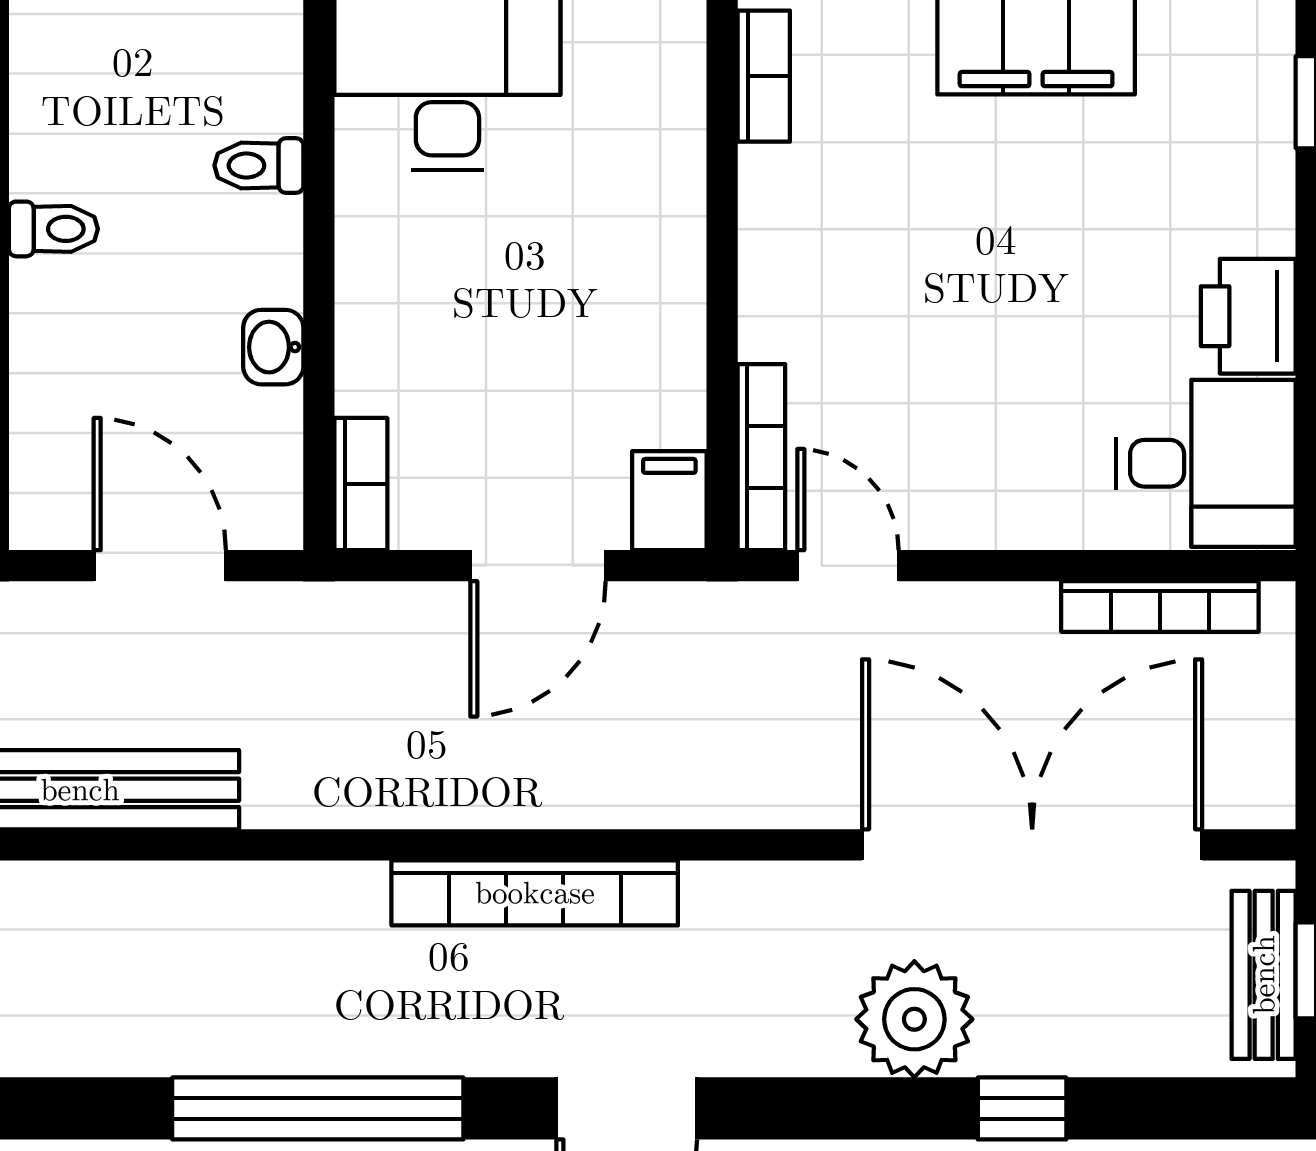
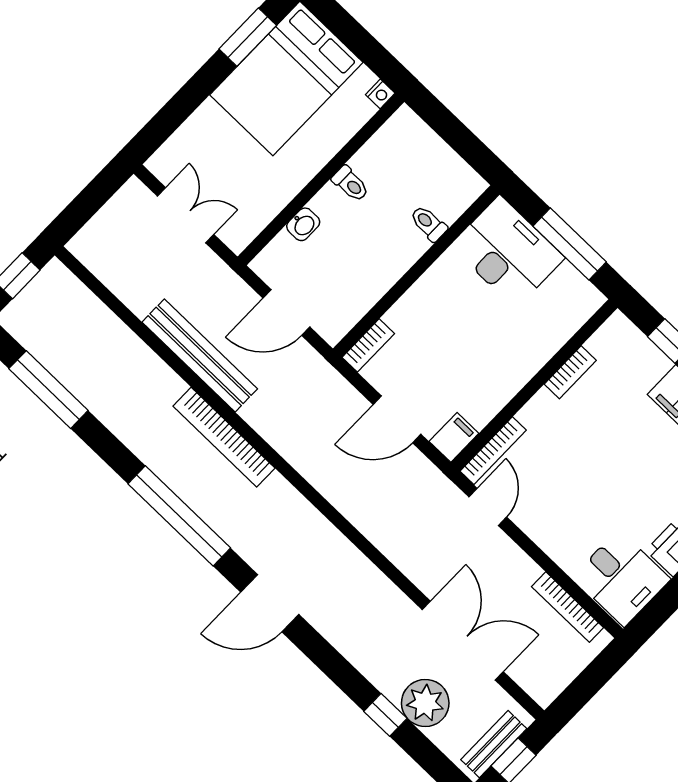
bookcase: (764, 76) -> (570, 372), moved
washbasin: (273, 347) -> (303, 224), moved, turned 180
door: (160, 566) -> (286, 313), swing flipped
double door: (1032, 845) -> (463, 641), width x0.73
bookcase: (535, 893) -> (224, 437), moved
plant: (914, 1019) -> (425, 703), moved

